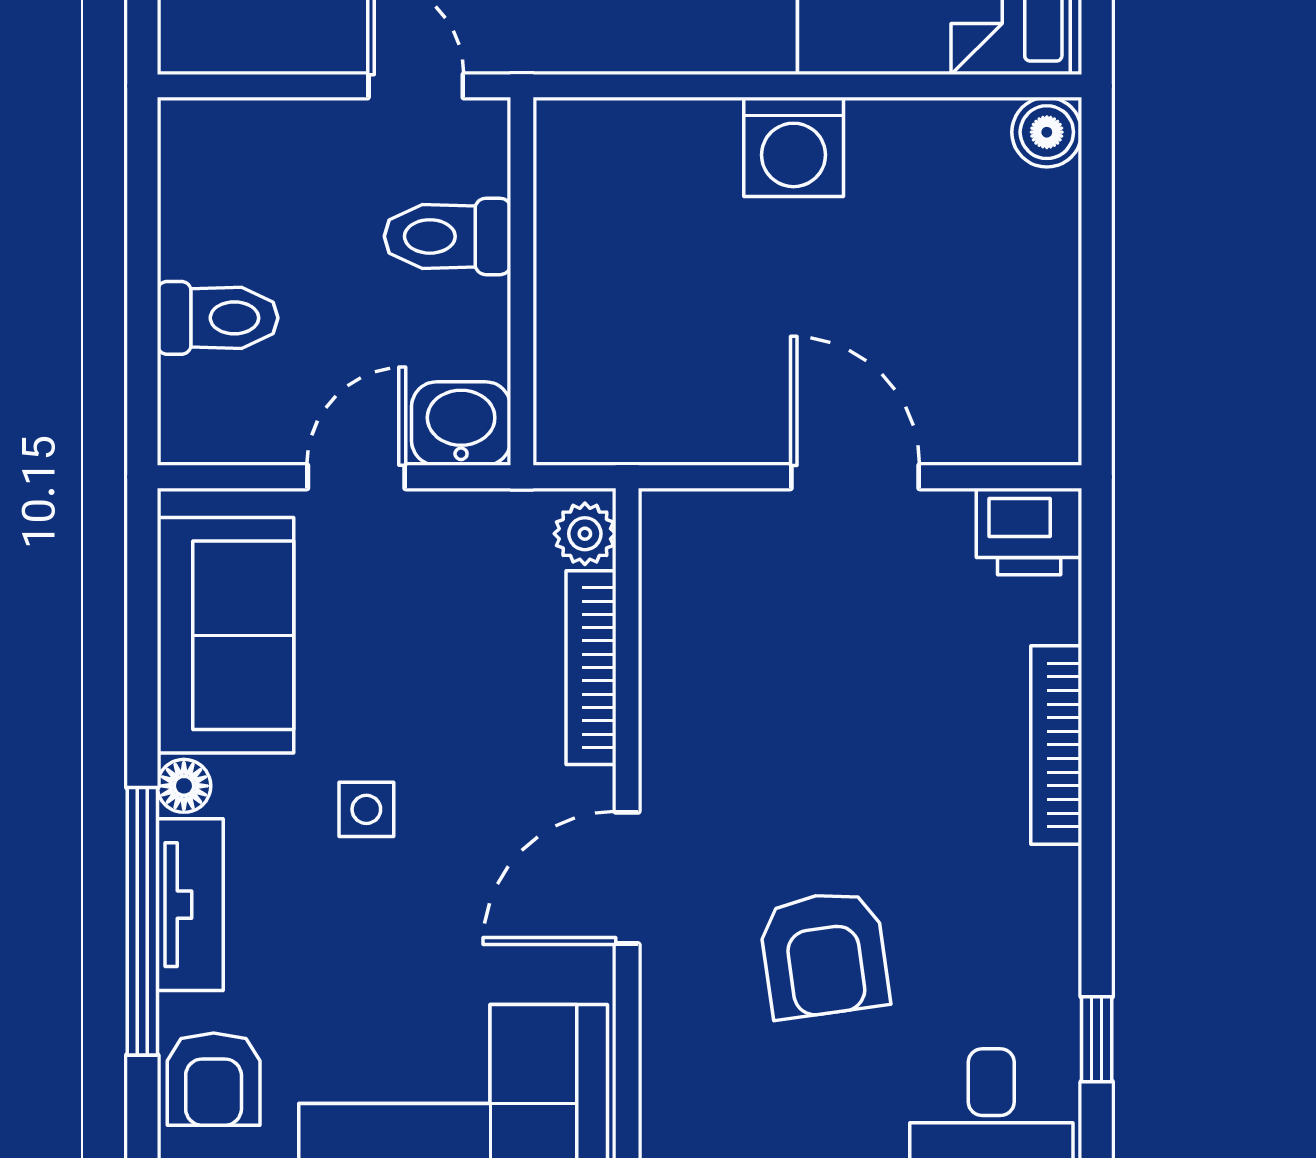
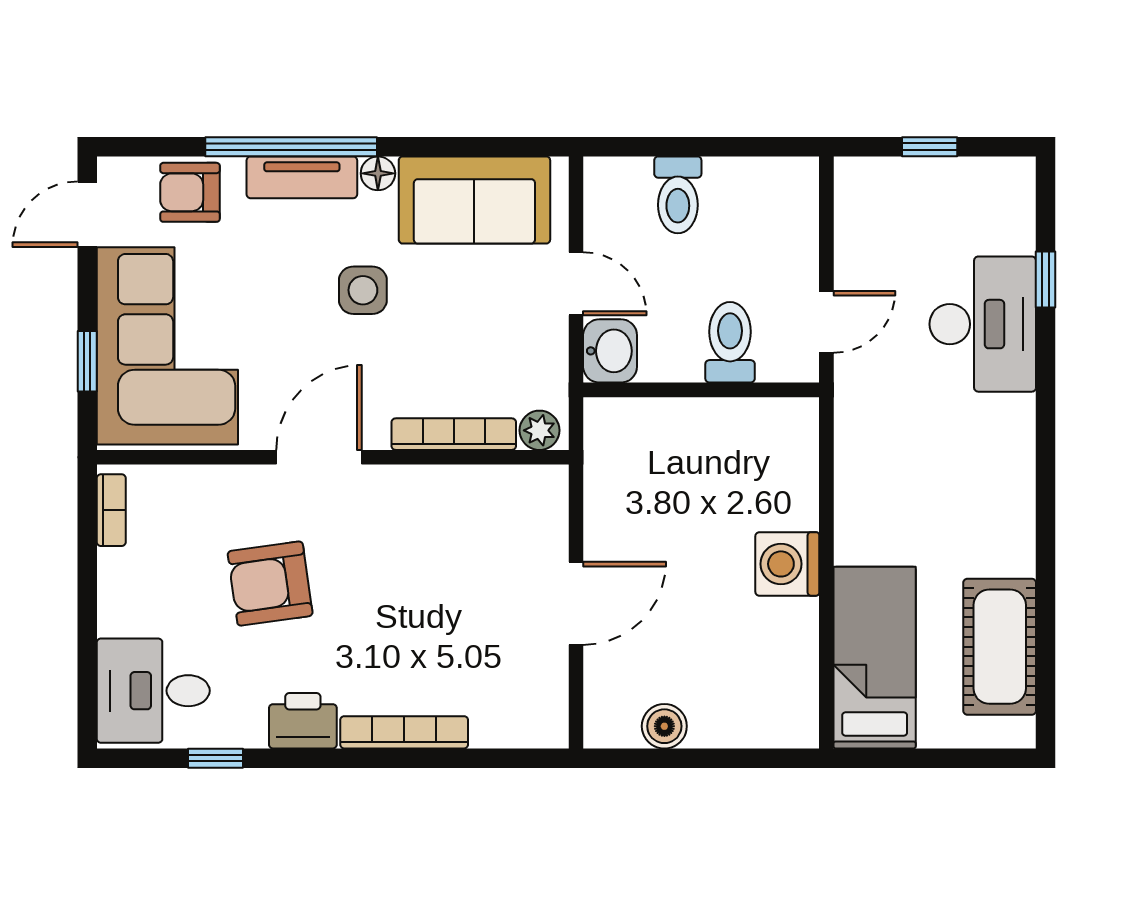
boiler: (1047, 132) -> (664, 726), moved
printer: (1029, 532) -> (303, 721), moved, turned 90
side table: (366, 809) -> (363, 290), width x1.37, depth x1.37
door: (627, 878) -> (319, 457), hinge flipped

